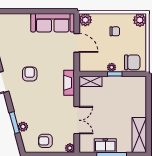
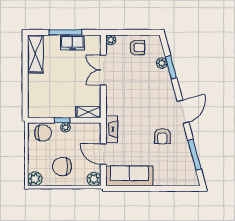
chair: (115, 31) -> (62, 167), width x1.87, depth x1.87
chair: (132, 62) -> (43, 133), turned 180
armchair: (30, 74) -> (162, 136), moved
fireplace: (69, 83) -> (112, 129), moved

